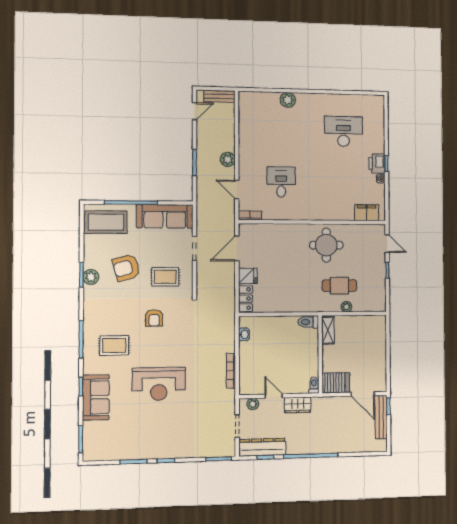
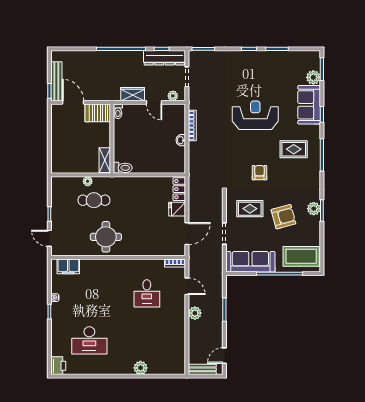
printer: (377, 163) -> (58, 366), moved
washbasin: (244, 334) -> (181, 140), moved
plant: (91, 429) -> (313, 77), added

